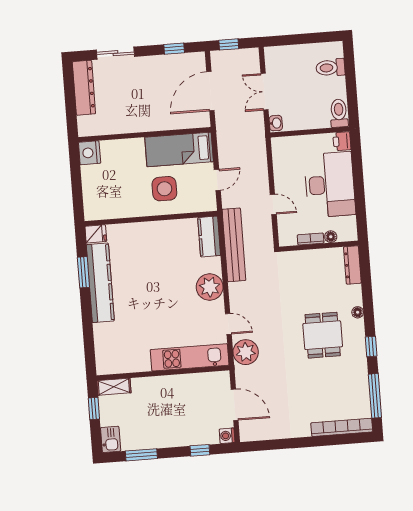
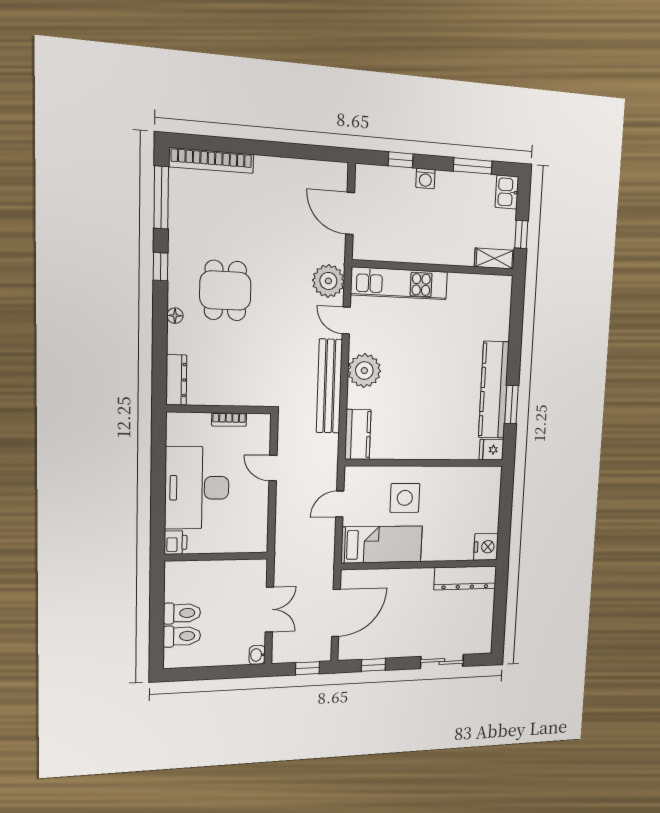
dresser: (84, 88) -> (465, 578), moved, turned -90
toilet: (339, 113) -> (182, 613), moved, turned -90
washbasin: (276, 123) -> (257, 655), moved
floor lamp: (331, 237) -> (202, 420), removed
bench: (234, 245) -> (329, 386), moved
washing machine: (227, 436) -> (425, 179), moved, turned 90

